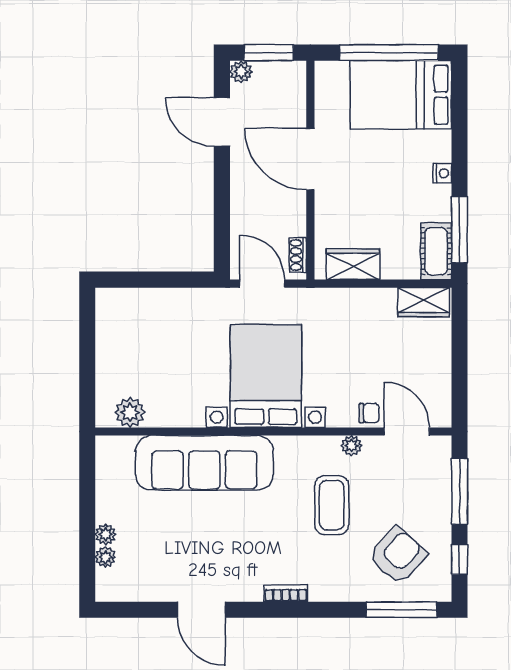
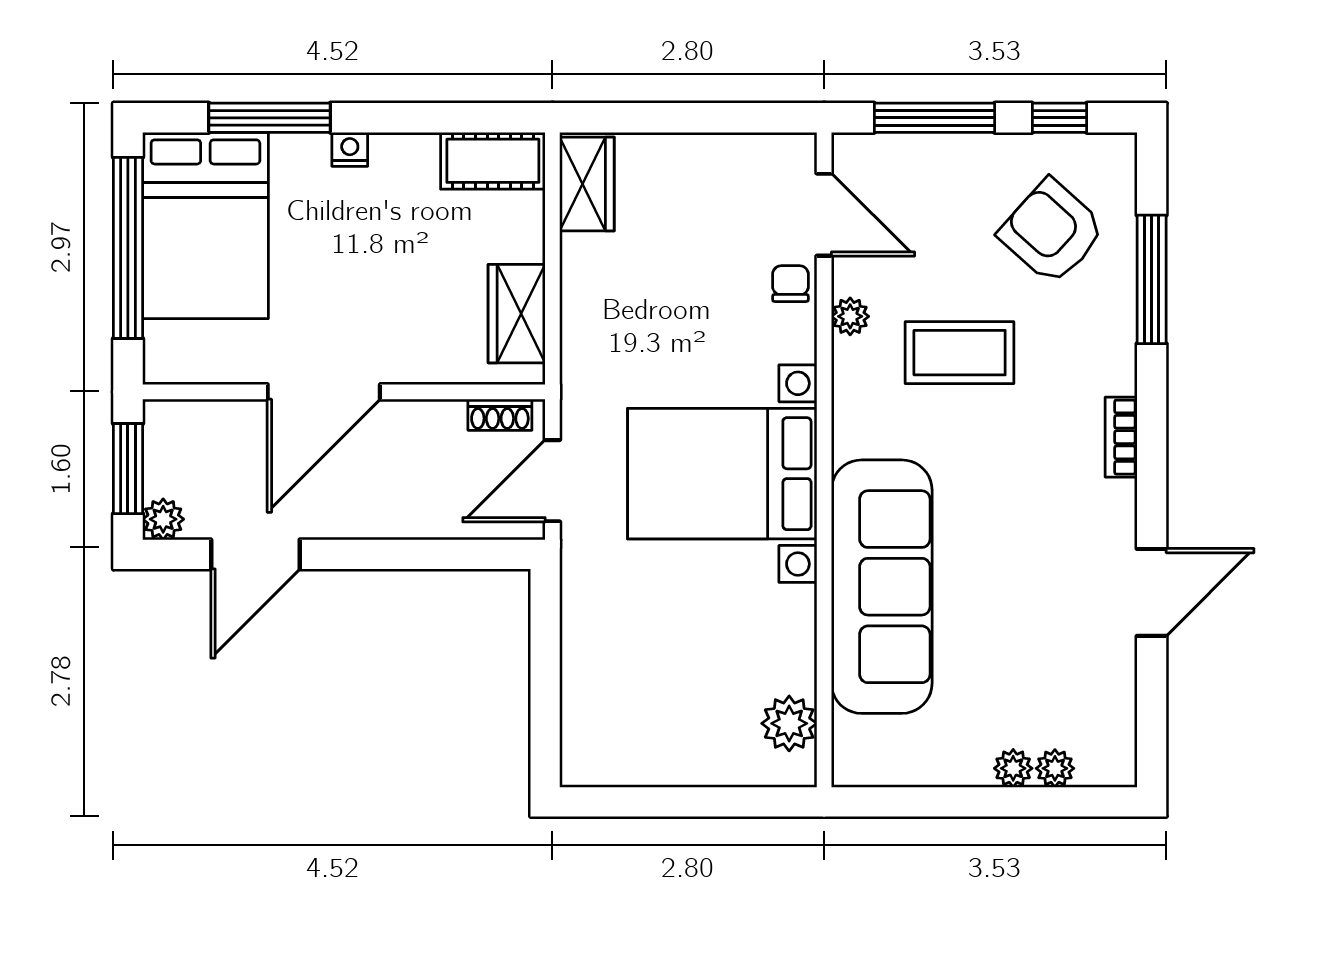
window: (460, 230) -> (270, 118), moved
door: (407, 431) -> (824, 215), swing flipped
window: (402, 610) -> (1152, 279), moved

